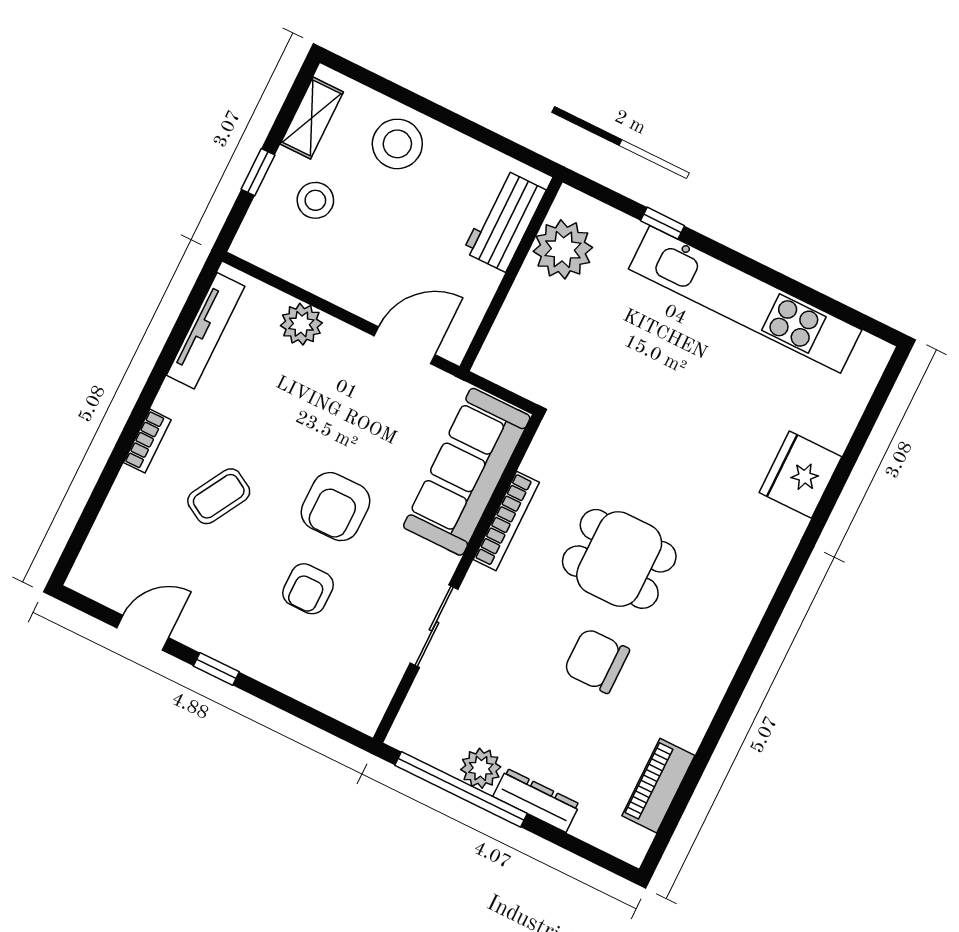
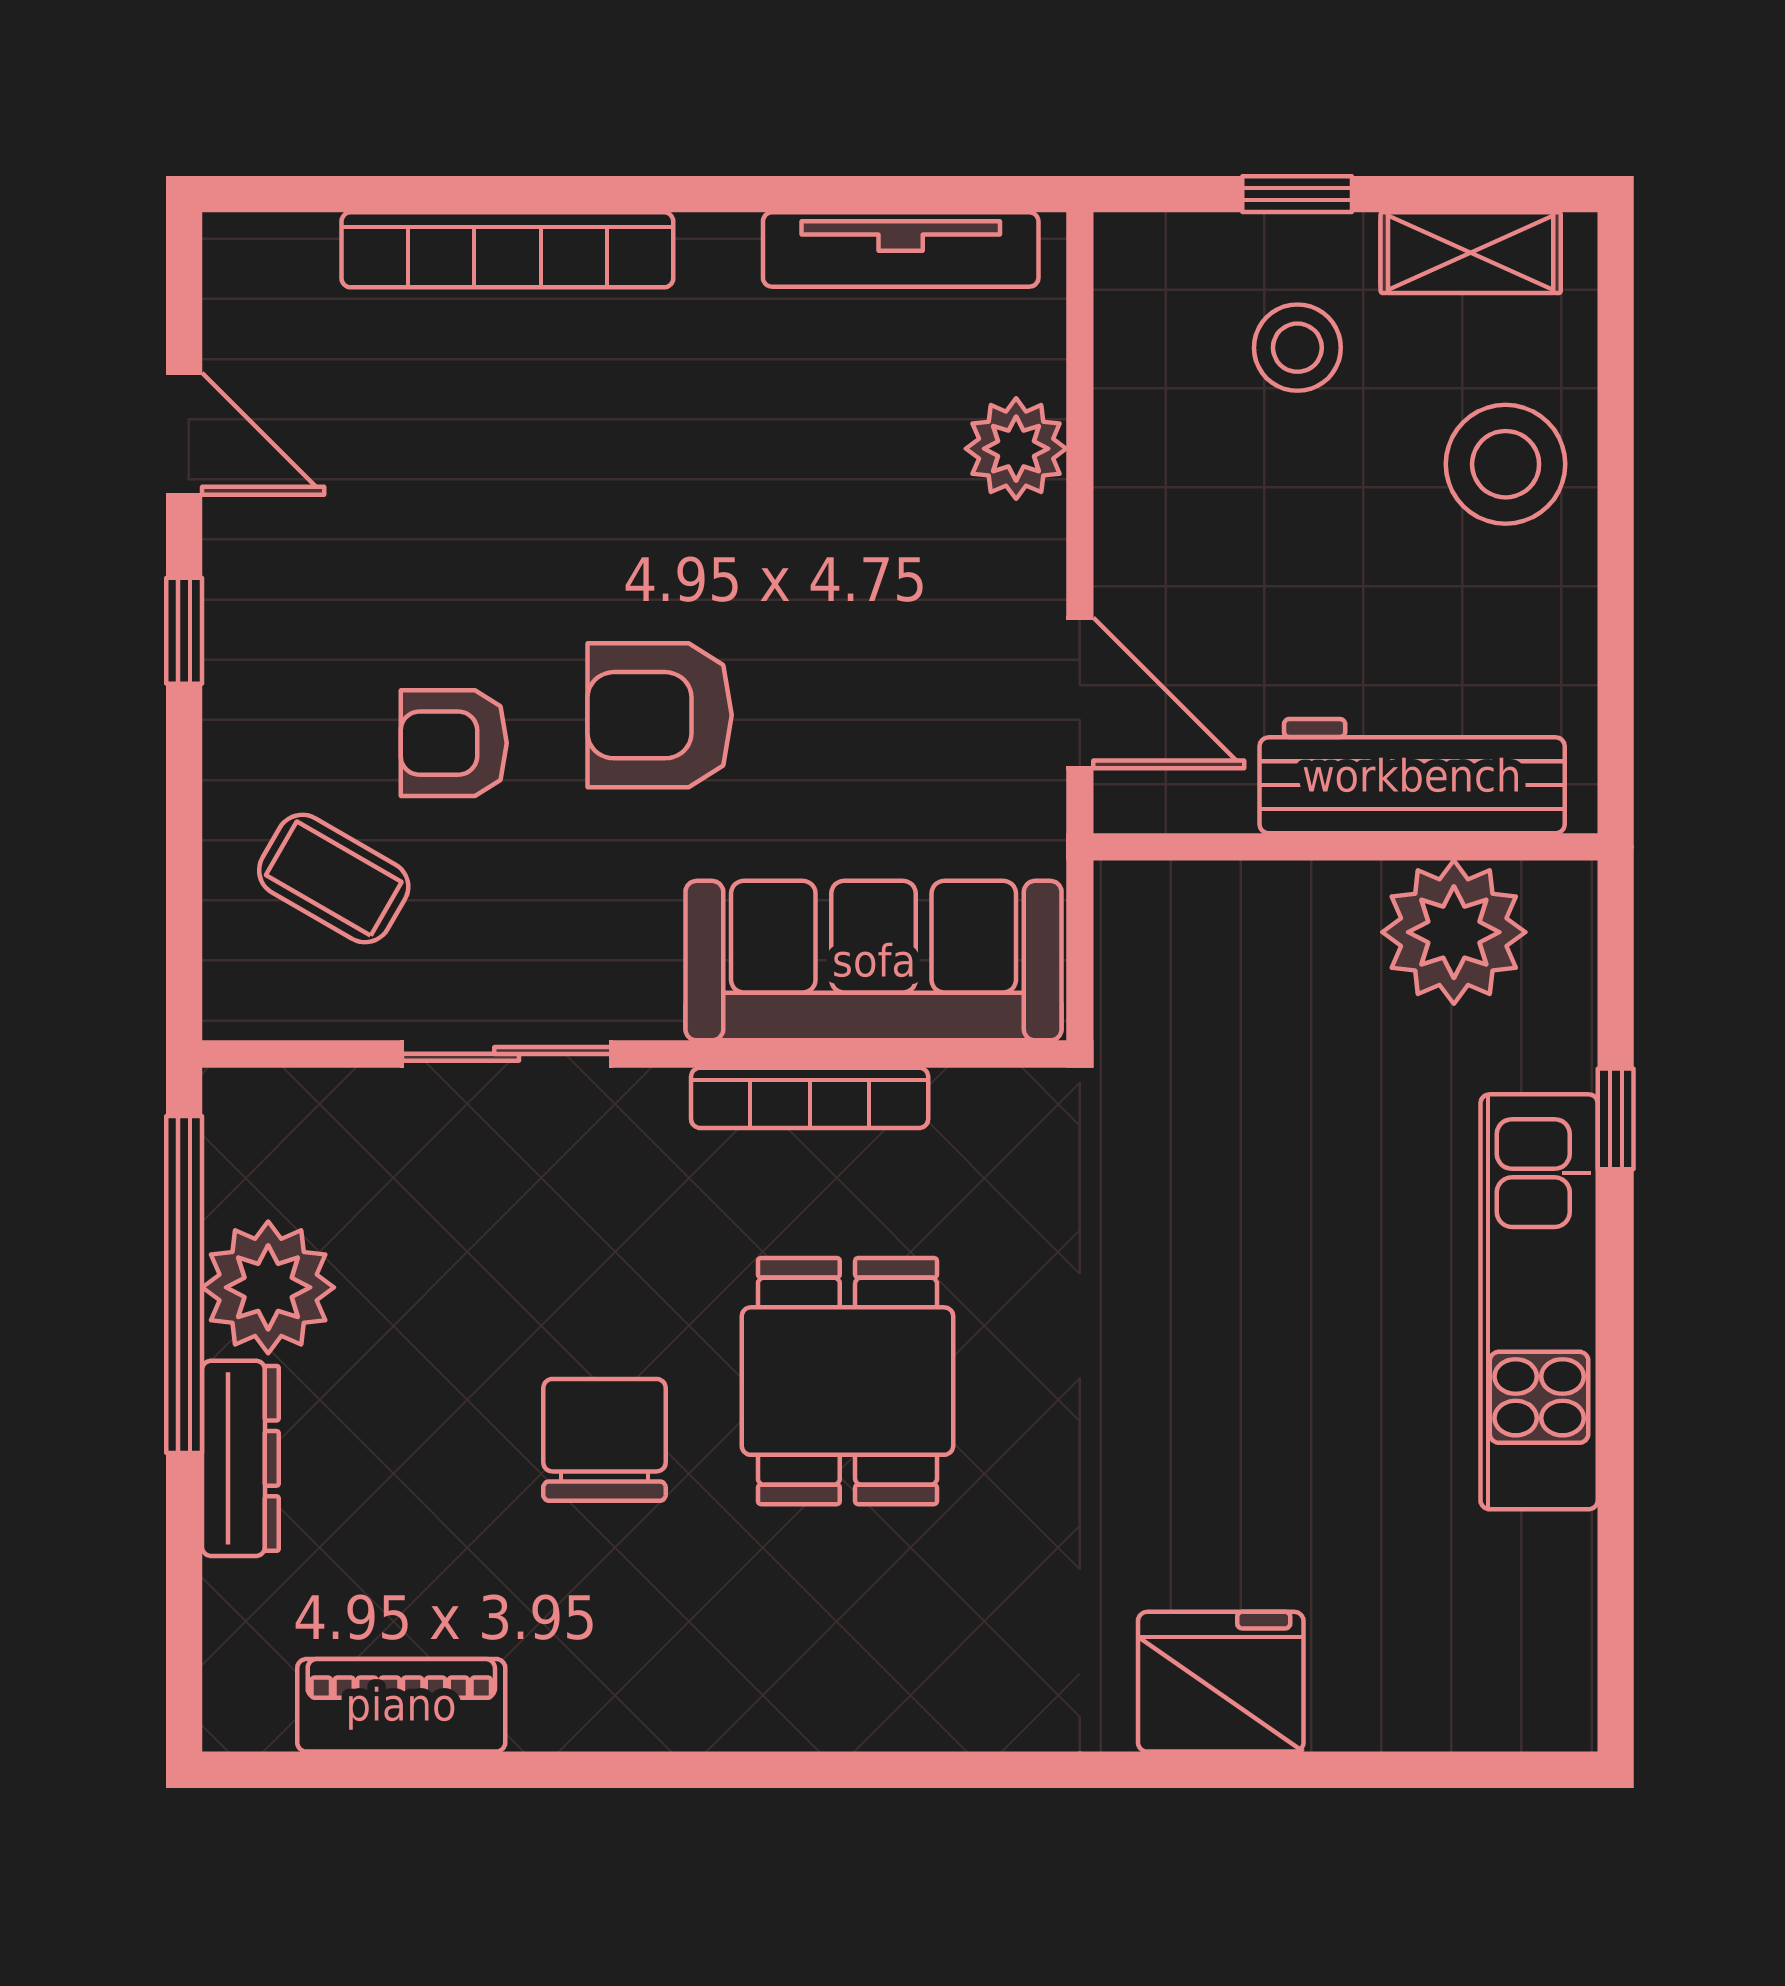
workbench: (505, 221) -> (1412, 776), width x1.38
kitchen unit: (745, 299) -> (1539, 1302), width x0.73
bookcase: (147, 441) -> (507, 250), width x2.31, depth x1.31
coffee table: (219, 496) -> (334, 879), moved
plant: (481, 768) -> (268, 1287), width x1.36, depth x1.36

